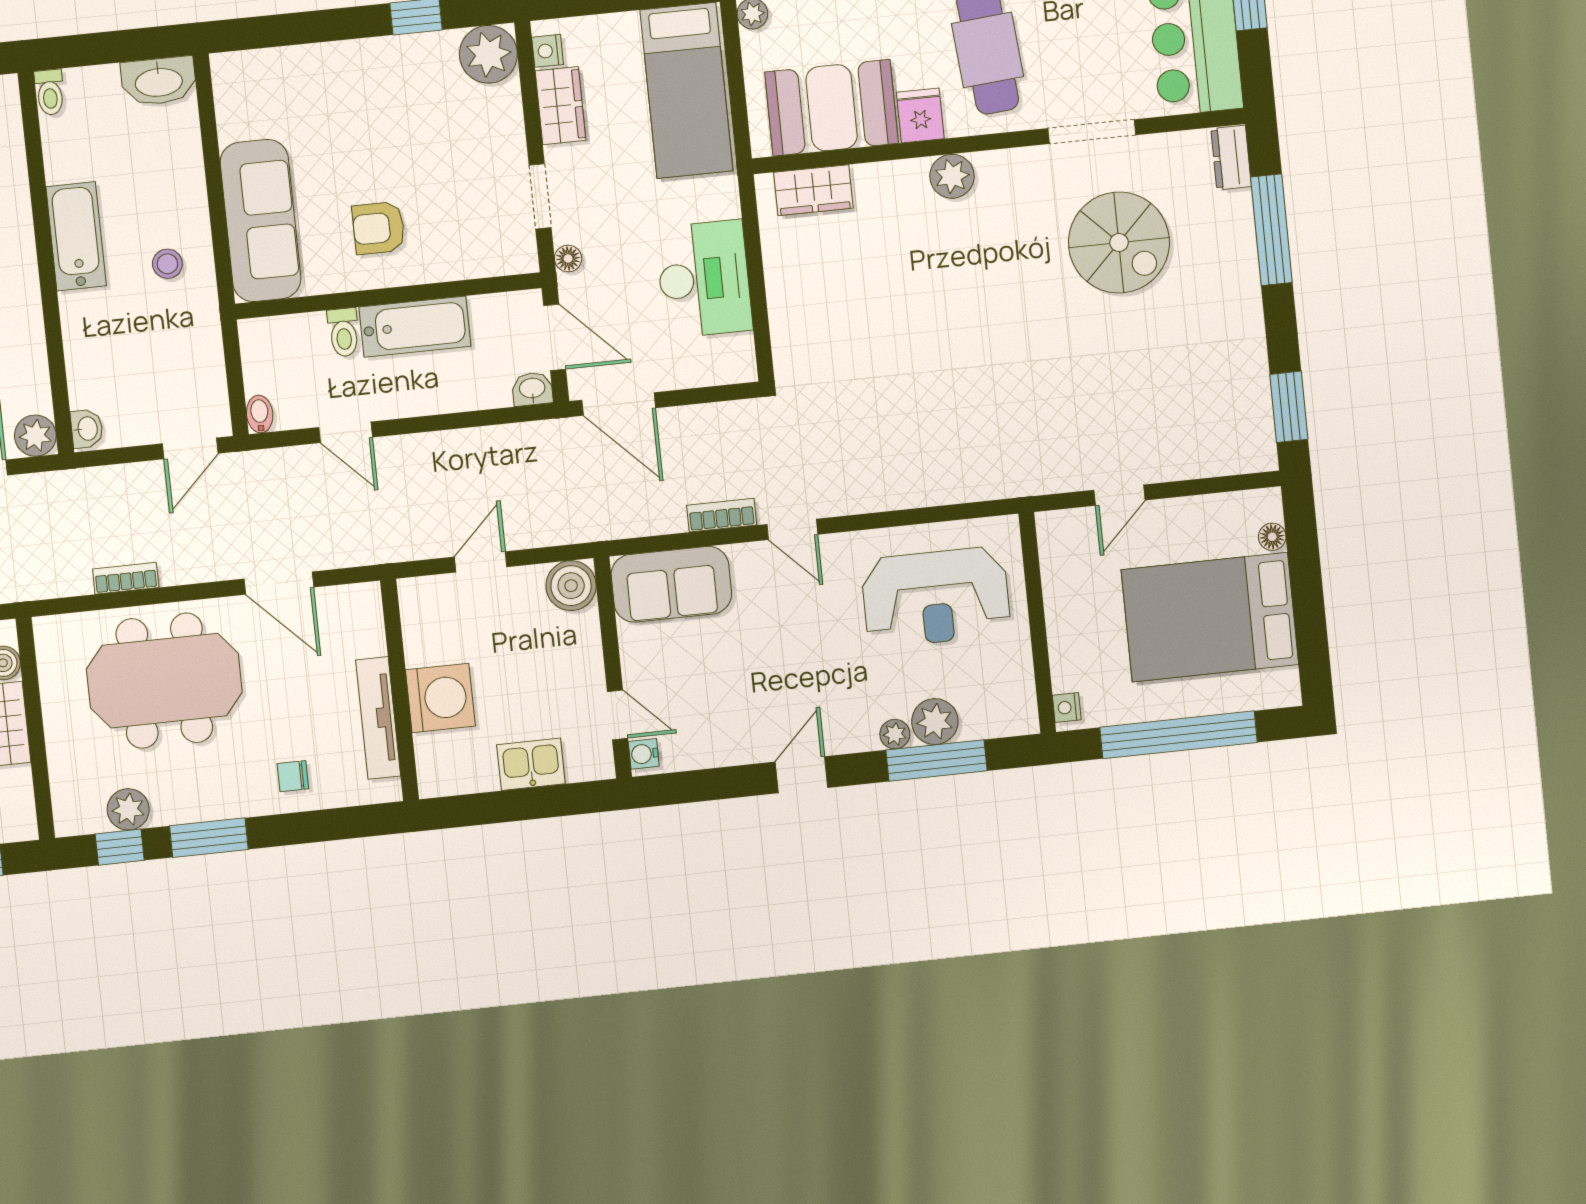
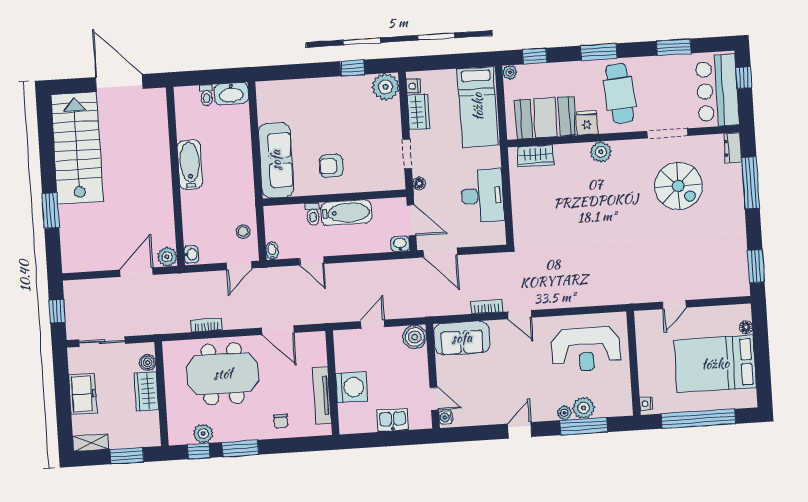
toilet: (50, 92) -> (206, 95), moved
stool: (167, 264) -> (243, 232), moved
chair: (293, 776) -> (281, 421), turned -90

